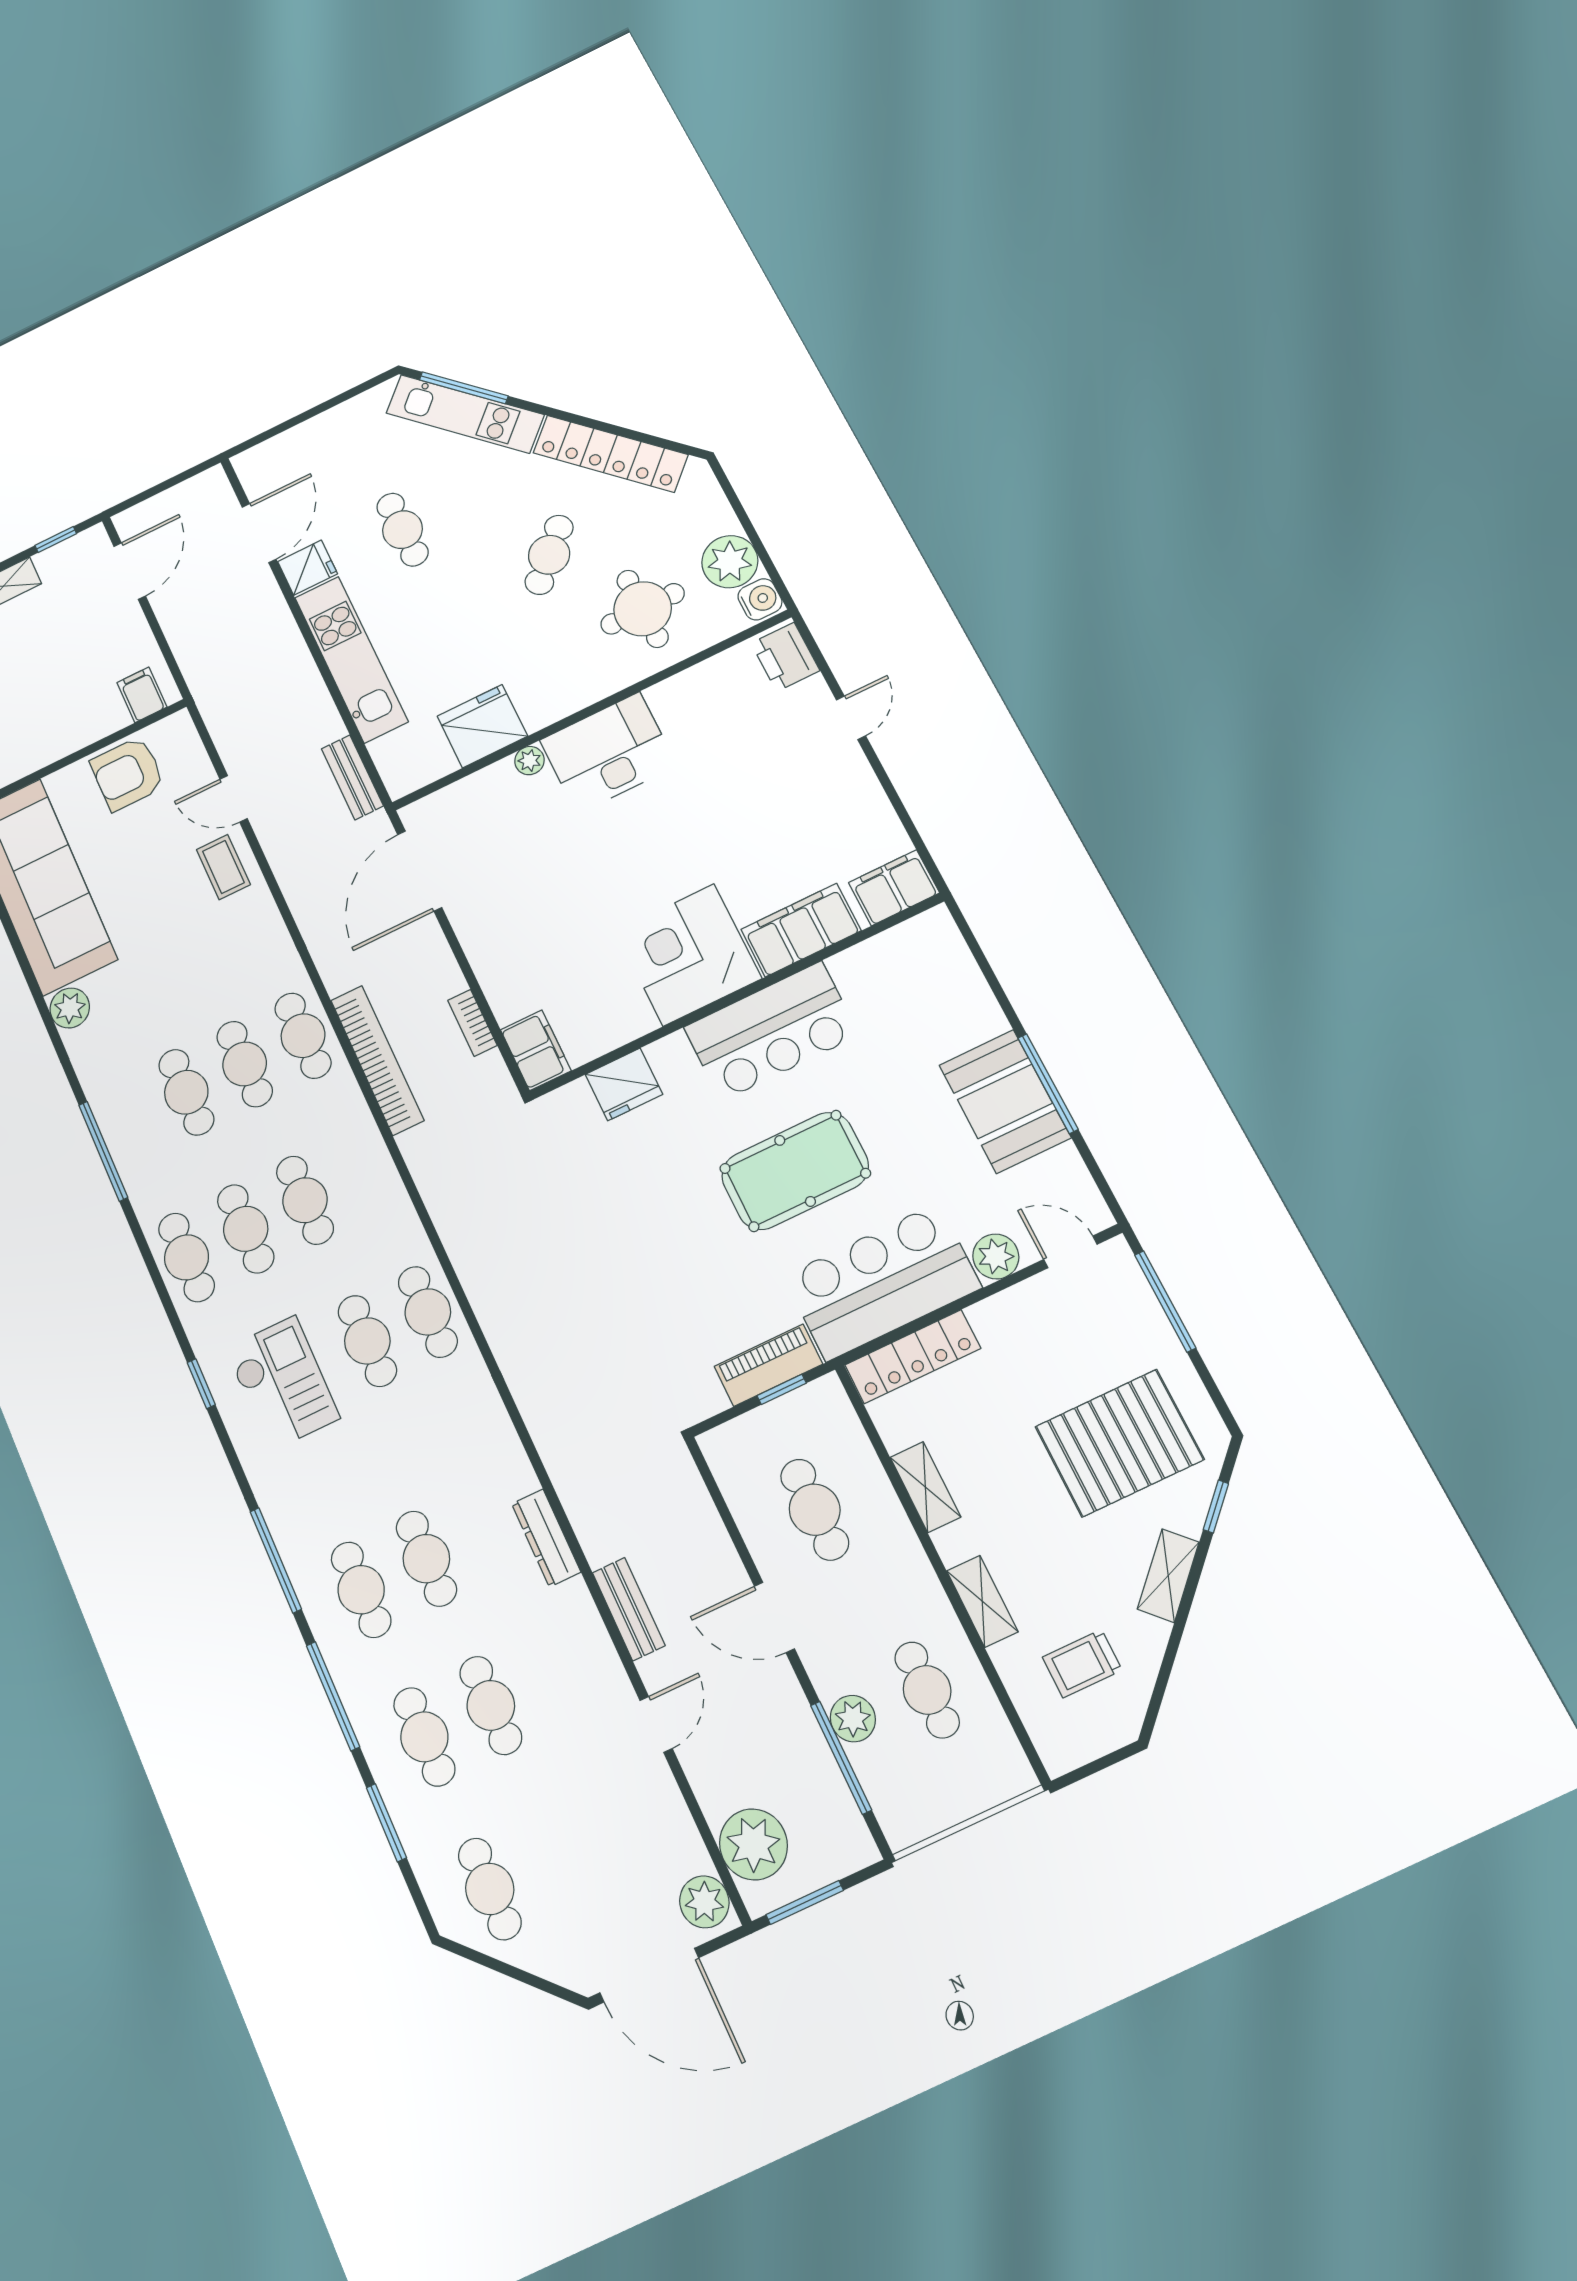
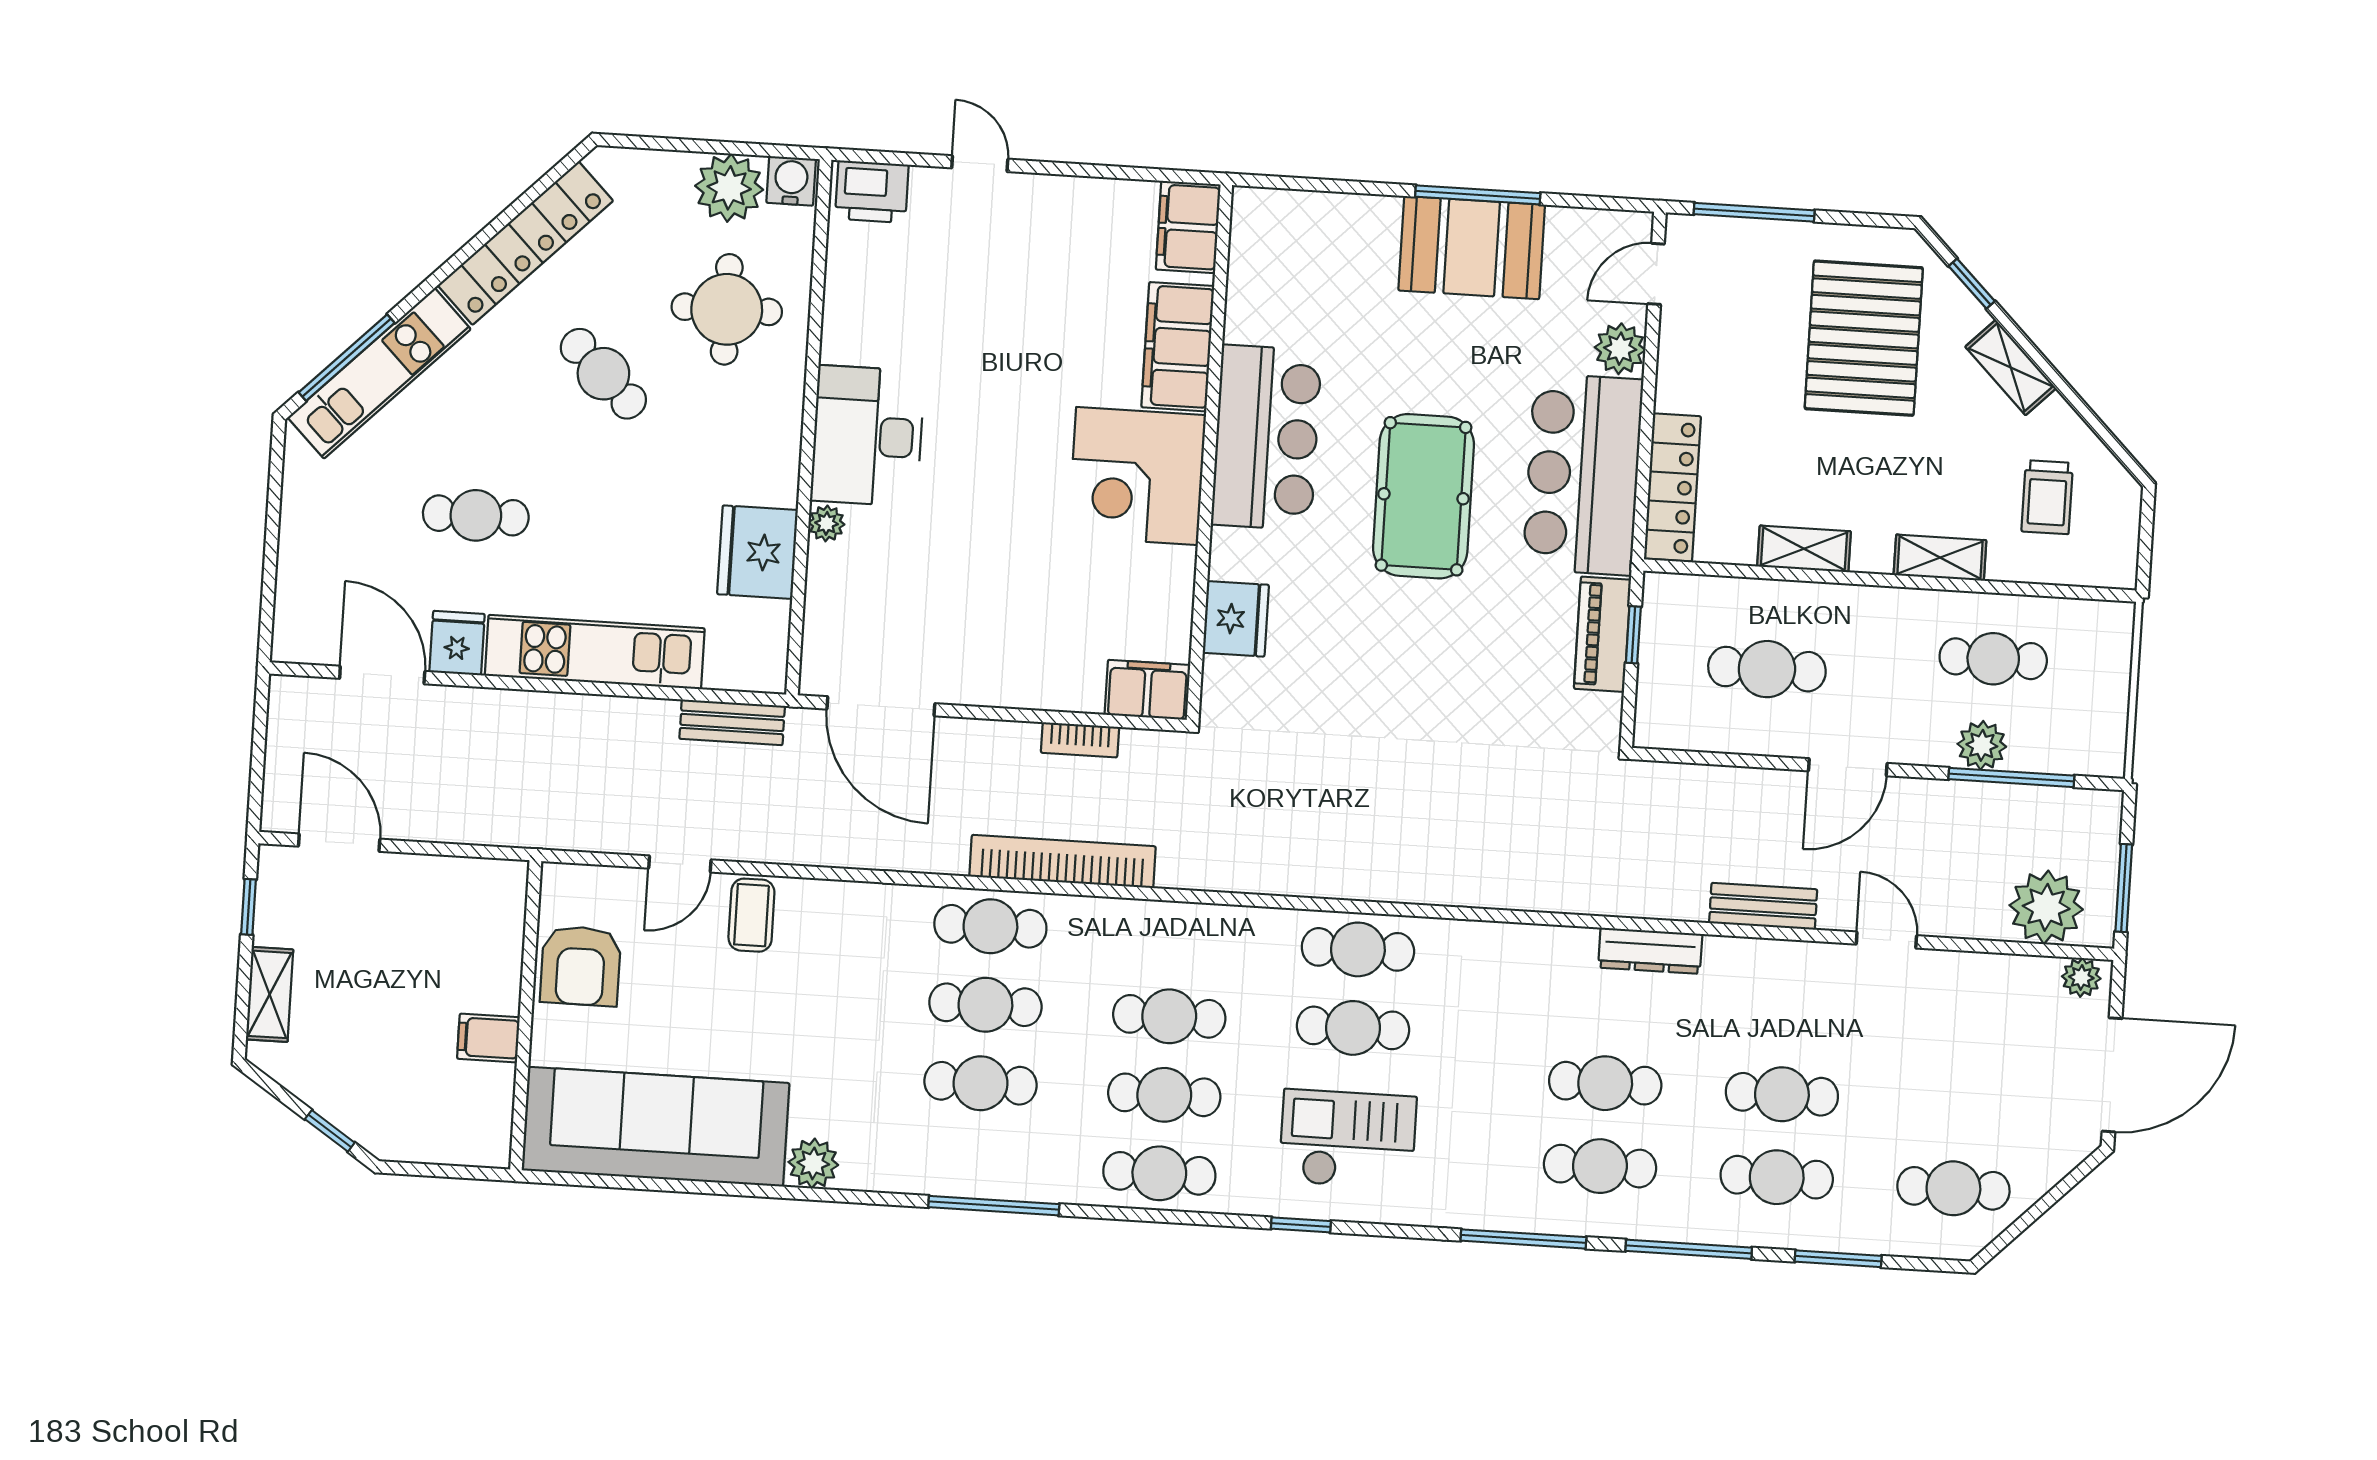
filing cabinet: (142, 695) -> (488, 1038), moved
coffee table: (223, 867) -> (751, 915), turned 90
plant: (704, 1902) -> (2081, 977), width x0.73, depth x0.73

